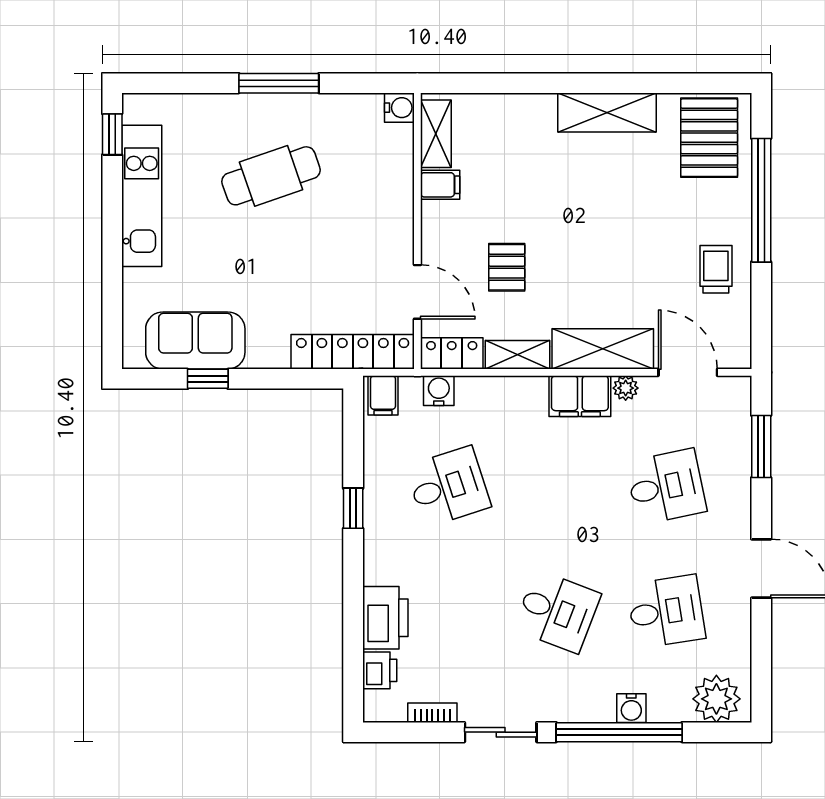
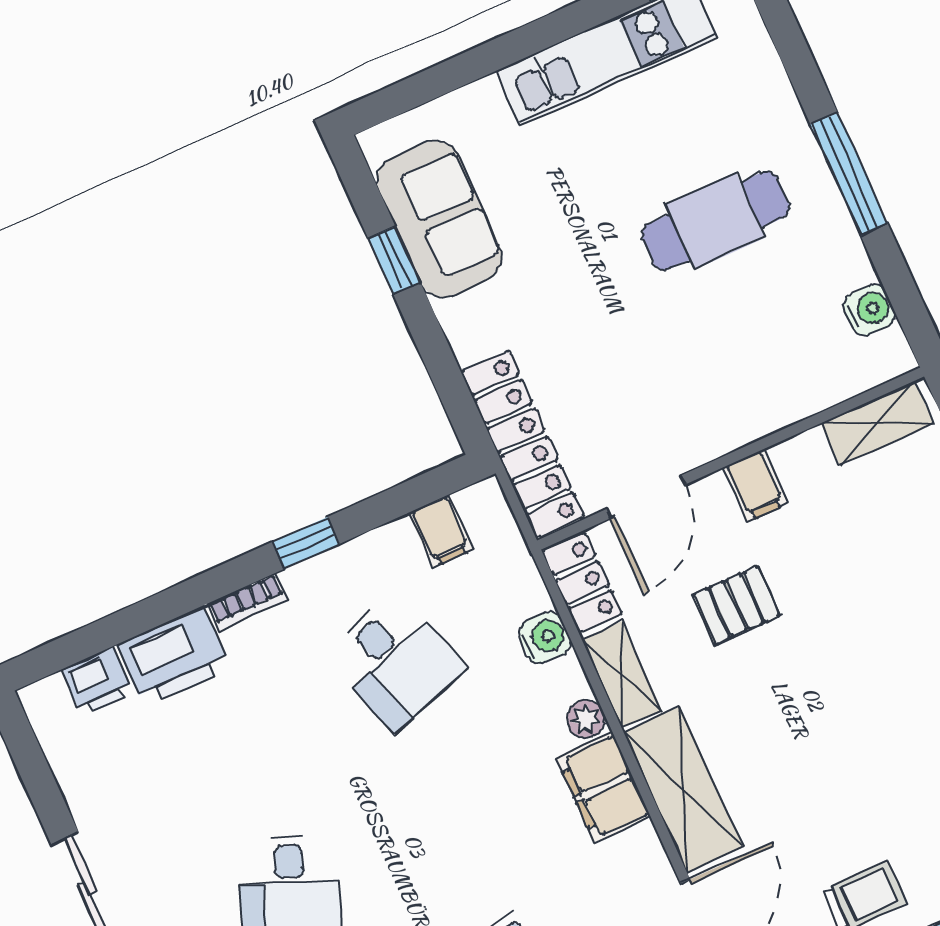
water cooler: (399, 108) -> (870, 310), moved, turned -90
cafe table: (271, 176) -> (716, 221), turned -71
filing cabinet: (440, 185) -> (755, 485), moved
plant: (626, 388) -> (586, 719), moved
water cooler: (439, 391) -> (545, 637), moved
filing cabinet: (383, 395) -> (441, 531), moved, turned -90
bookcase: (432, 713) -> (247, 602), moved, turned 90

